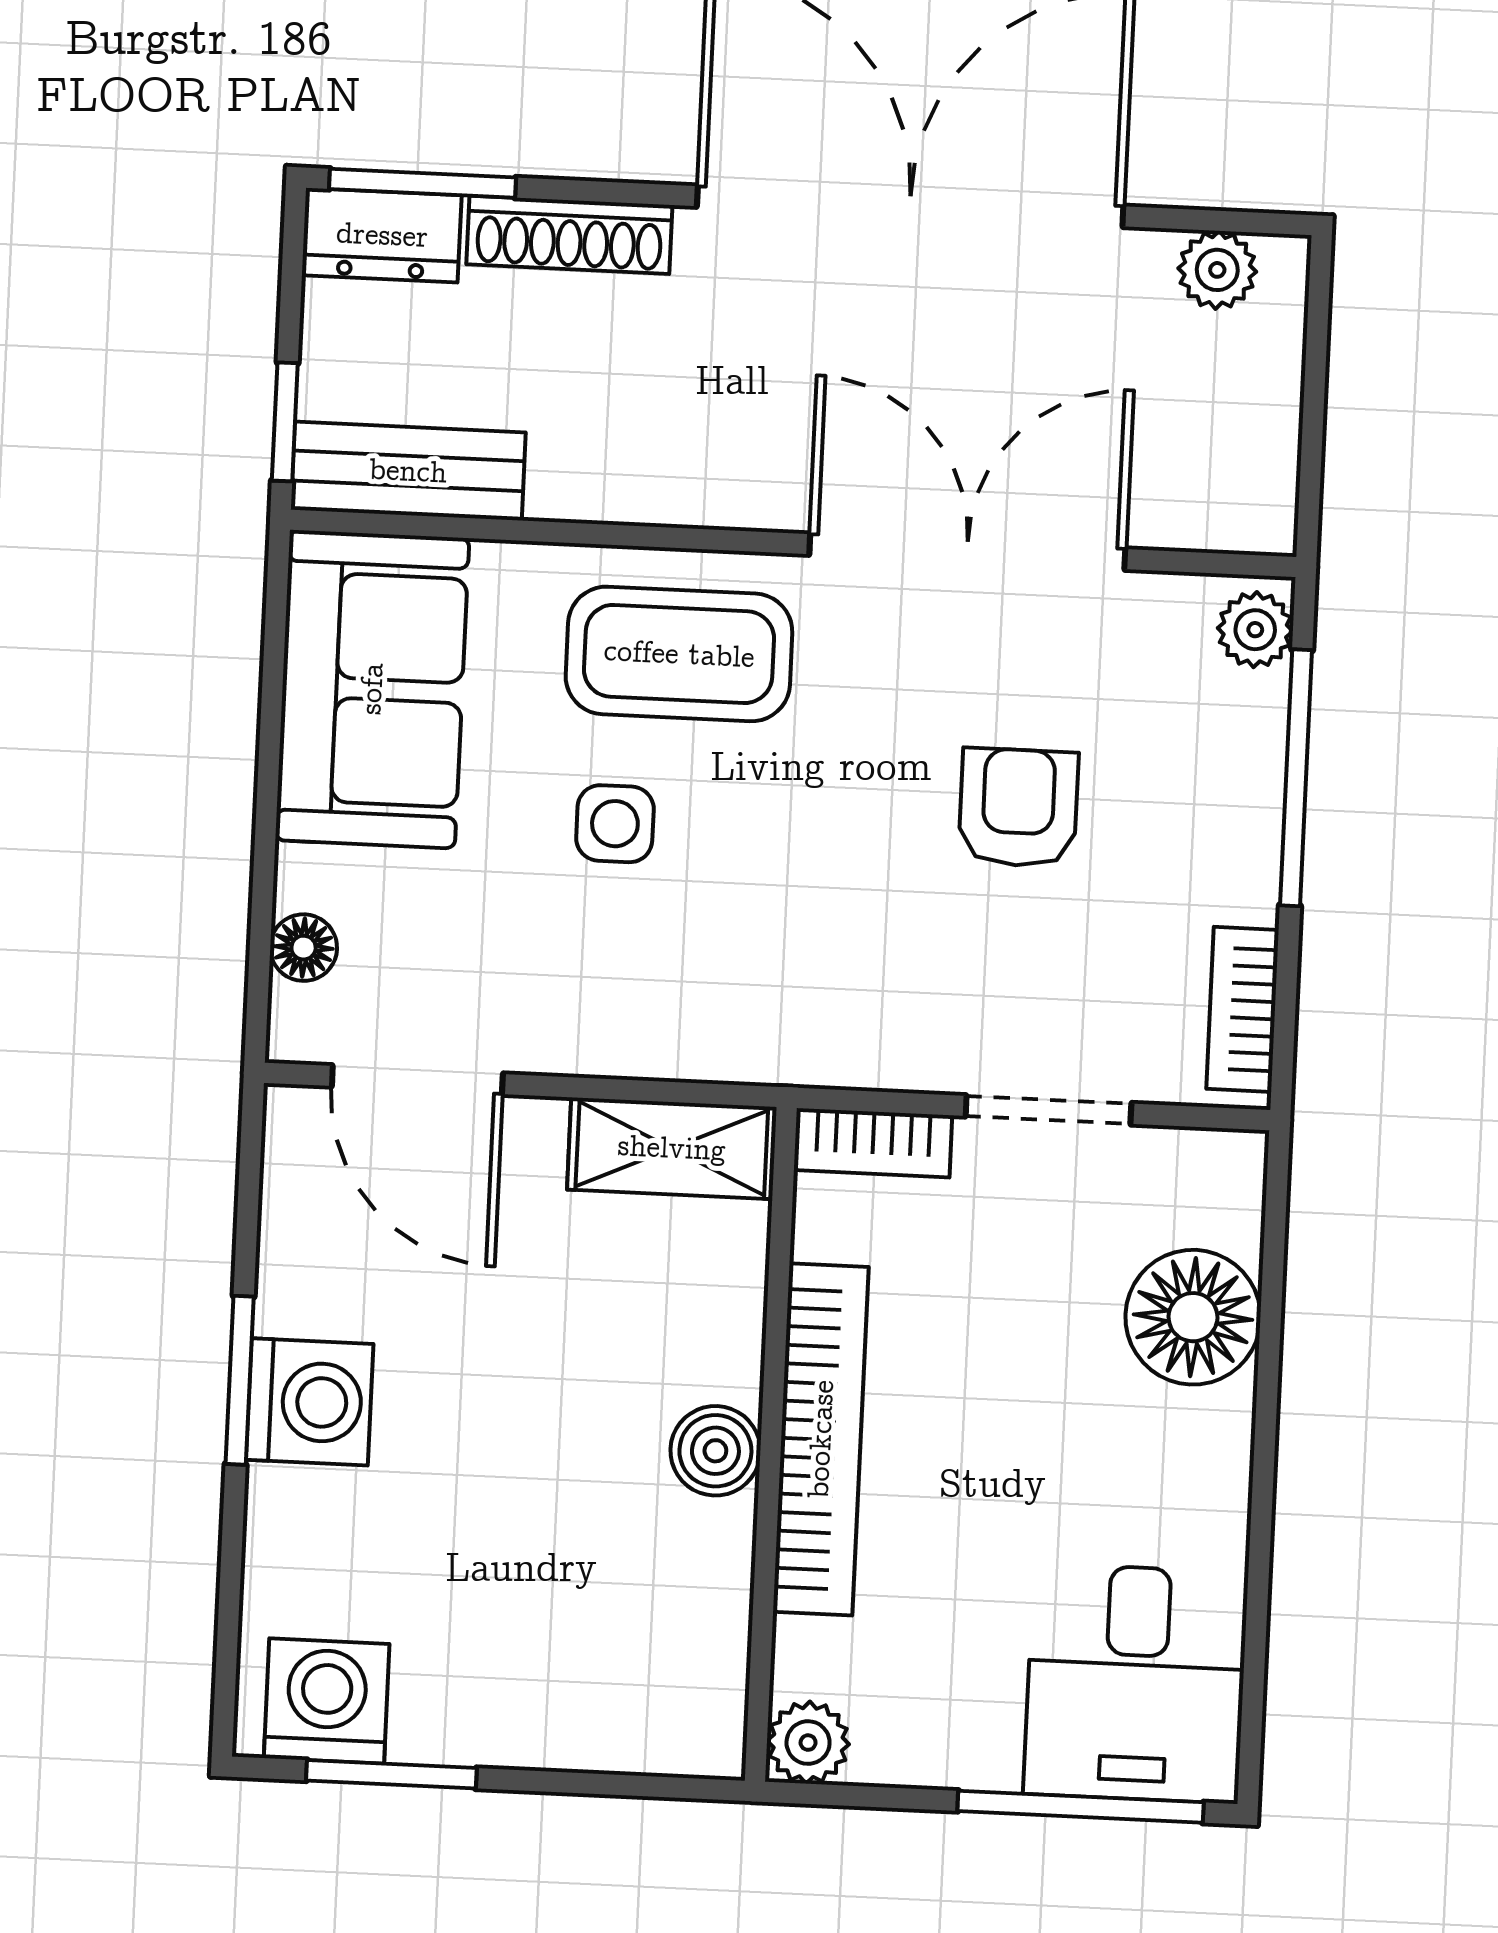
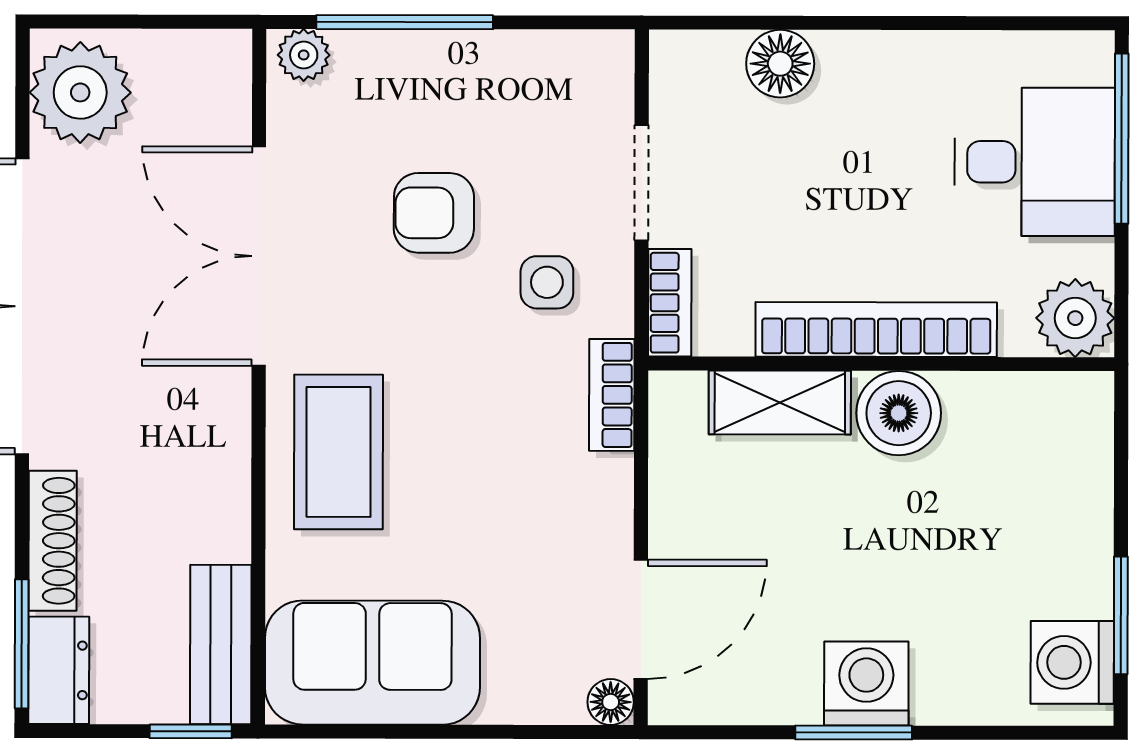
plant: (1217, 270) -> (80, 92), width x1.87, depth x1.87
side table: (615, 824) -> (547, 282), moved
floor lamp: (304, 948) -> (611, 702), moved
bookcase: (1243, 1009) -> (612, 395), moved, turned 90
shelving: (672, 1148) -> (780, 403), moved, turned 90
floor lamp: (1193, 1317) -> (780, 64), width x0.73, depth x0.73
boiler: (715, 1451) -> (899, 413), width x1.36, depth x1.36
desk: (1136, 1683) -> (1035, 162), moved
plant: (808, 1743) -> (1075, 318), width x1.38, depth x1.38

